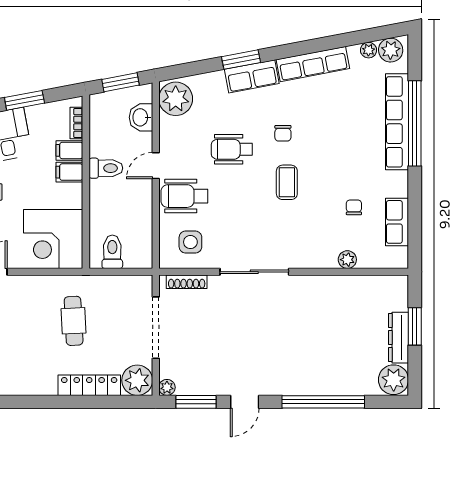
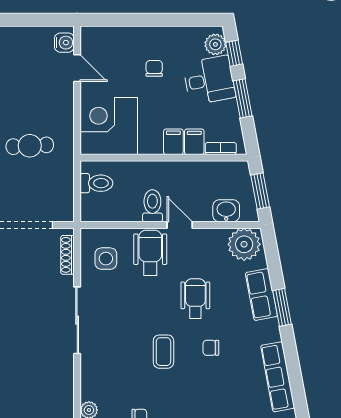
row of seats: (252, 76) -> (261, 295), moved
toilet: (106, 168) -> (152, 206), moved, turned 180
coffee table: (287, 182) -> (163, 352), turned 90

